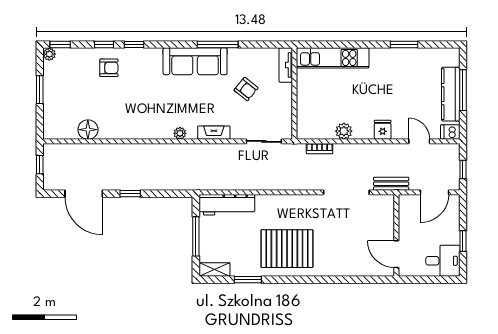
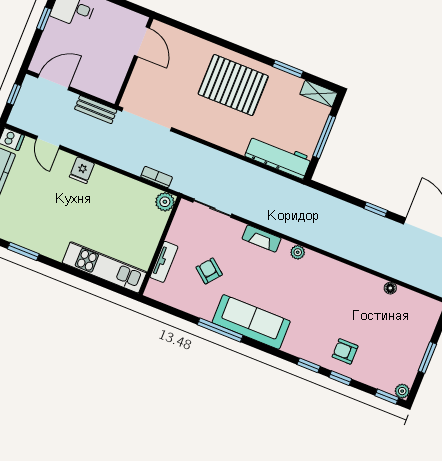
tv unit: (286, 65) -> (164, 262), moved
floor lamp: (88, 130) -> (390, 288), width x0.53, depth x0.53
plant: (344, 131) -> (165, 202), moved
wall: (396, 235) -> (134, 62), moved
door: (396, 254) -> (142, 42), moved

